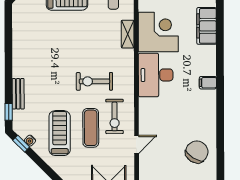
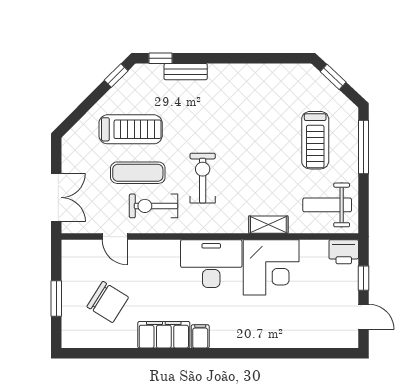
filing cabinet: (207, 26) -> (164, 335), moved
water cooler: (30, 141) -> (120, 88), removed
chair: (197, 152) -> (108, 302), moved

